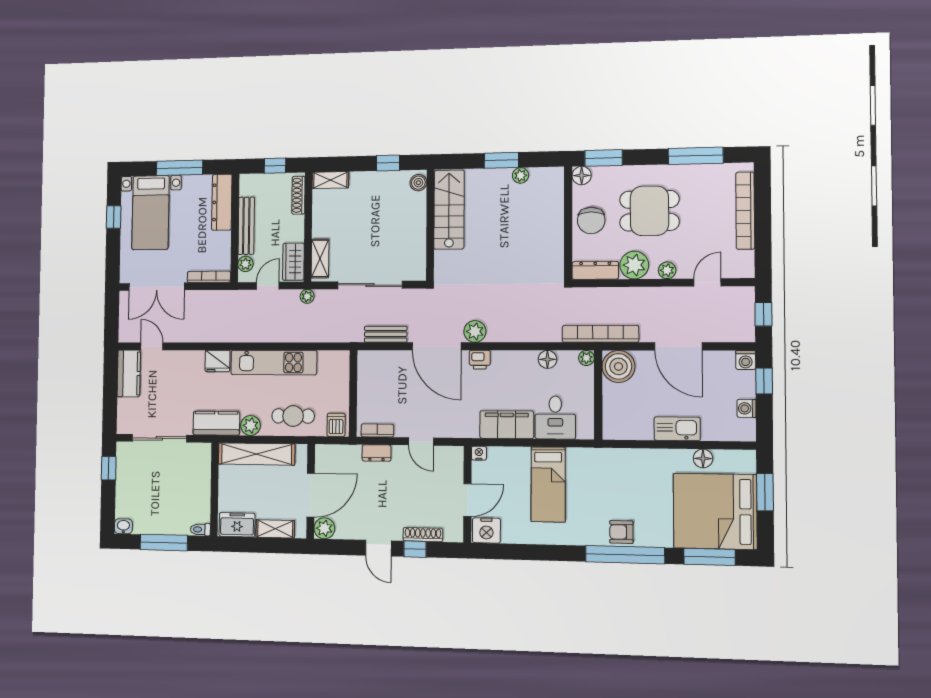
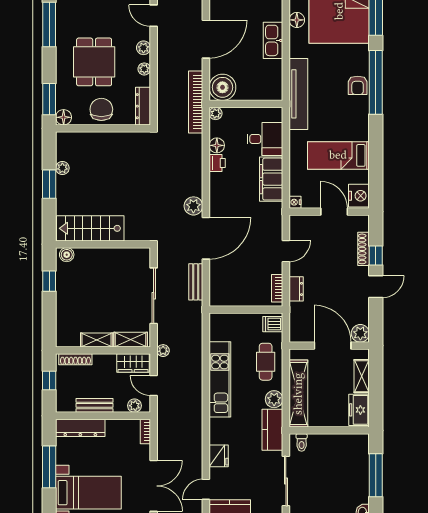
shelving: (330, 180) -> (97, 340), moved, turned 90
chair: (591, 220) -> (101, 109), turned -90
bench: (246, 226) -> (95, 405), width x0.73
plant: (634, 265) -> (144, 69), width x0.53, depth x0.53
bookcase: (209, 277) -> (145, 431), width x0.64
printer: (480, 360) -> (217, 163), moved
fridge: (218, 361) -> (219, 456), moved
tv unit: (611, 459) -> (298, 94), added
bed: (548, 484) -> (338, 155), moved, turned 180
toilet: (200, 529) -> (302, 443), moved

